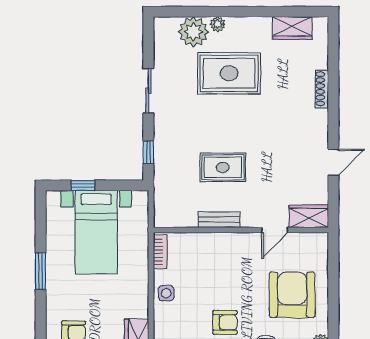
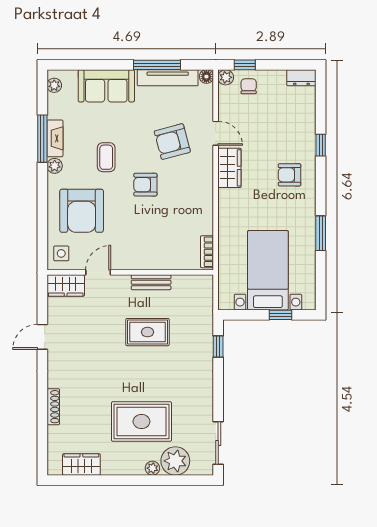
sliding door: (148, 91) -> (218, 443), moved
side table: (166, 293) -> (61, 253), moved

